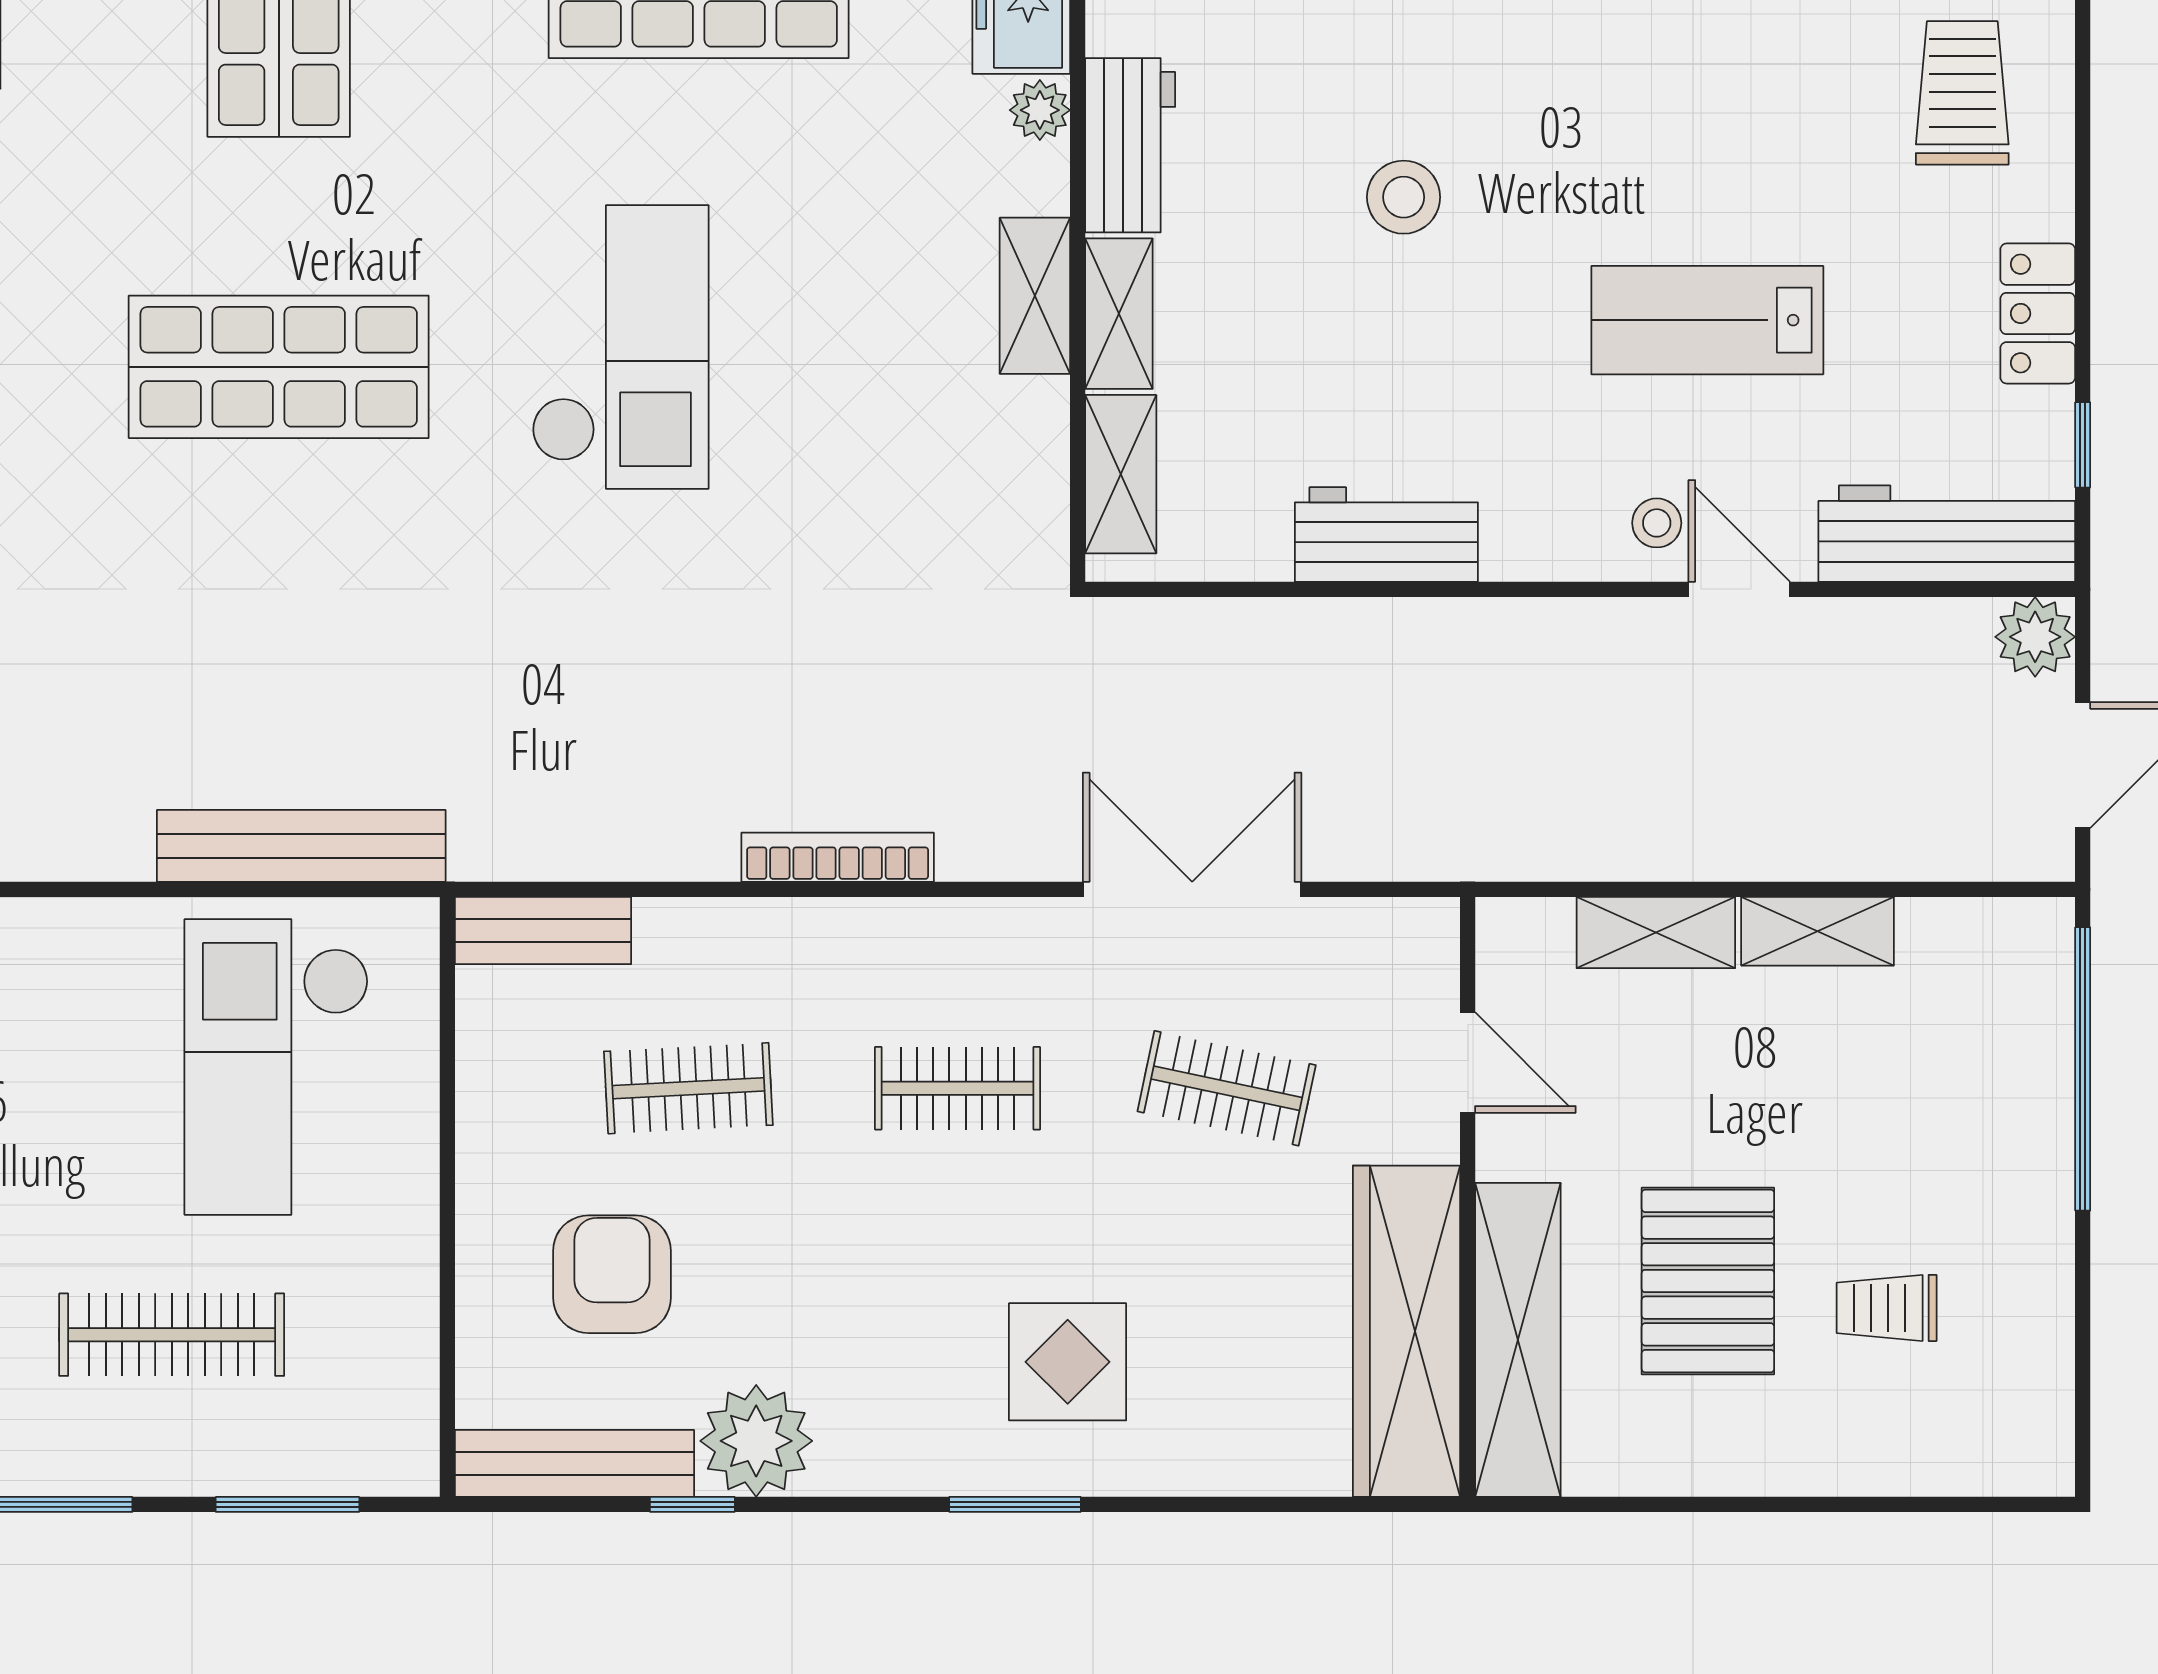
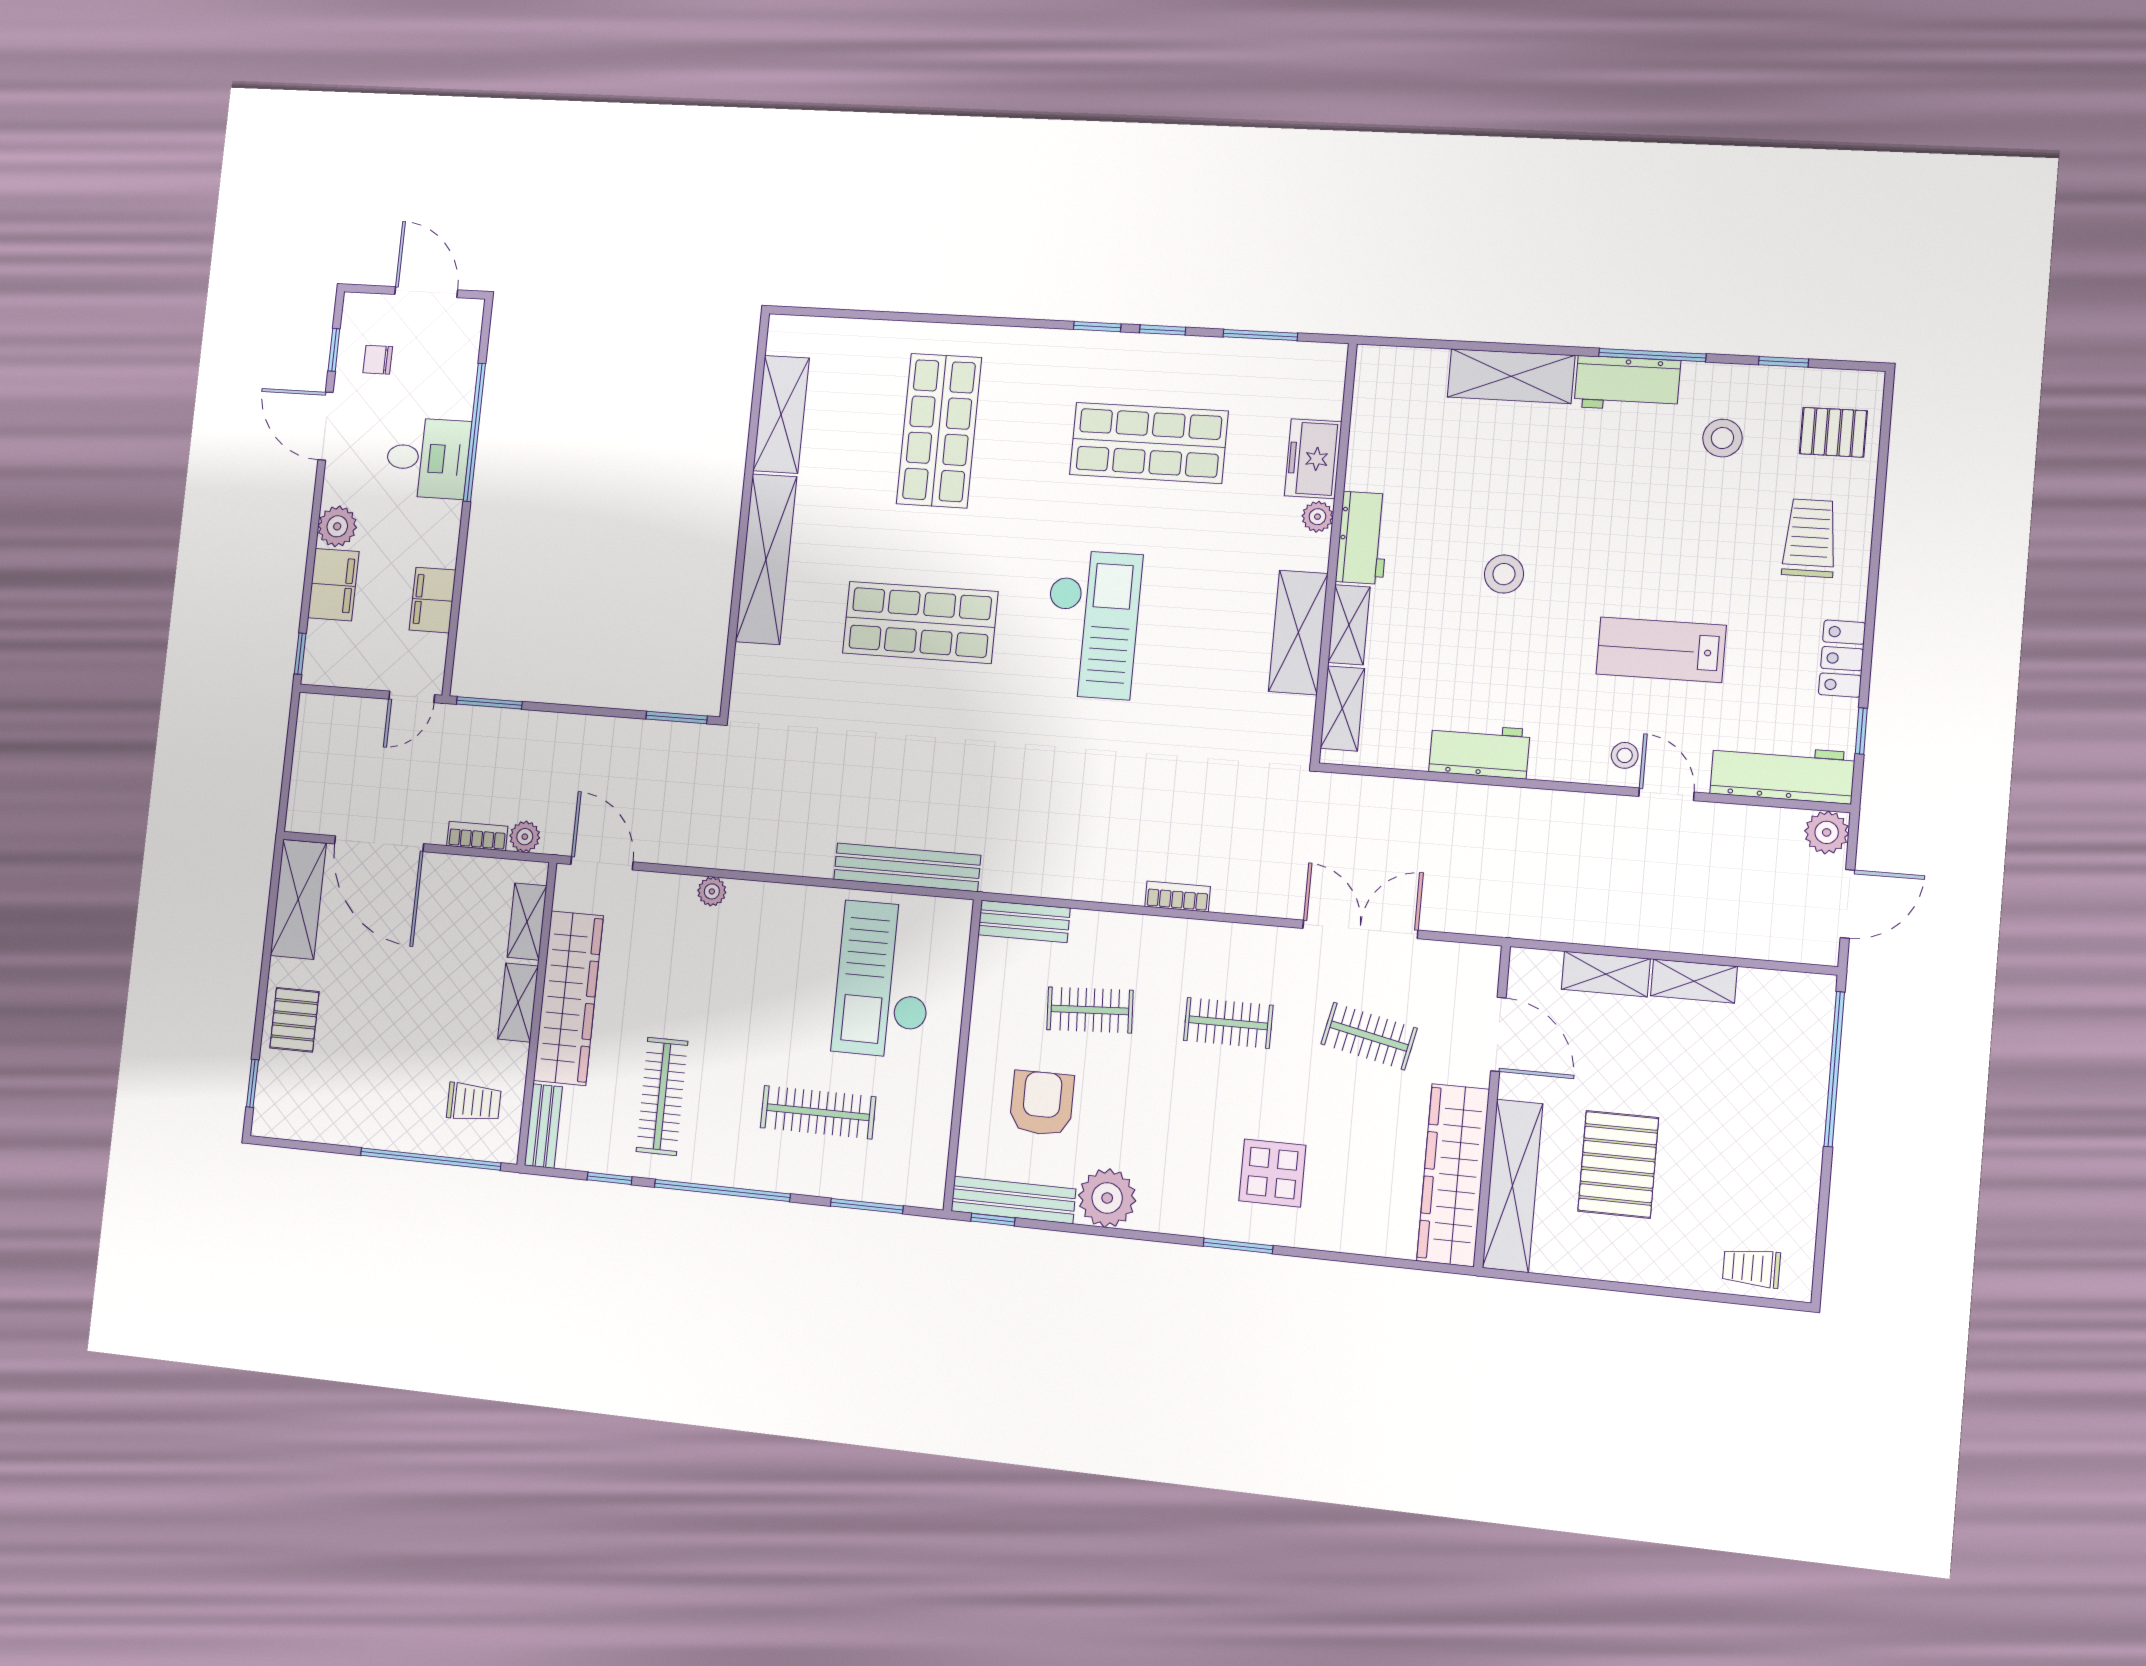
shelving: (1035, 296) -> (1298, 632), width x1.50, depth x1.33
bookcase: (838, 857) -> (1178, 896), width x0.64
door: (1468, 1063) -> (1498, 1034), width x1.38
trolley: (1887, 1308) -> (1751, 1268), moved
window: (692, 1504) -> (993, 1220), moved

